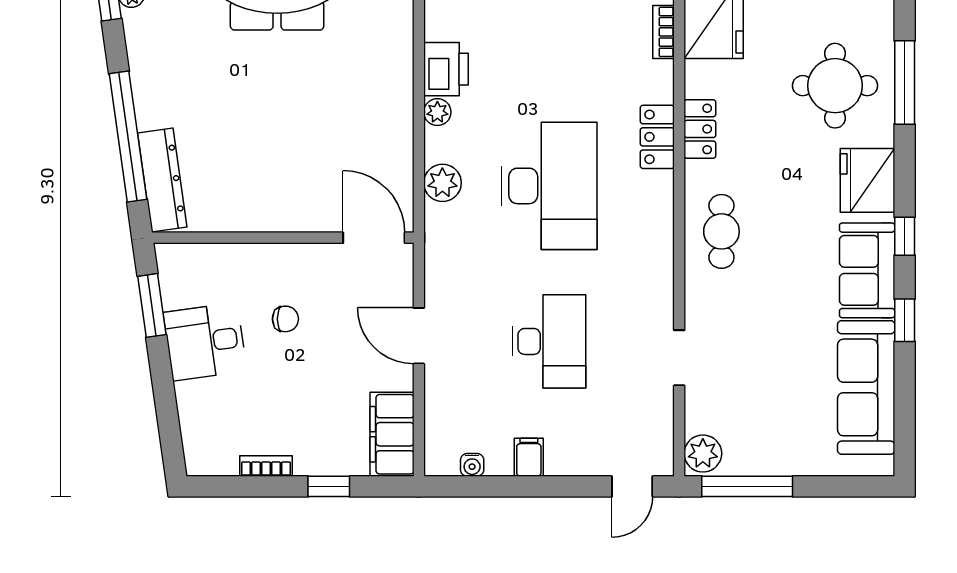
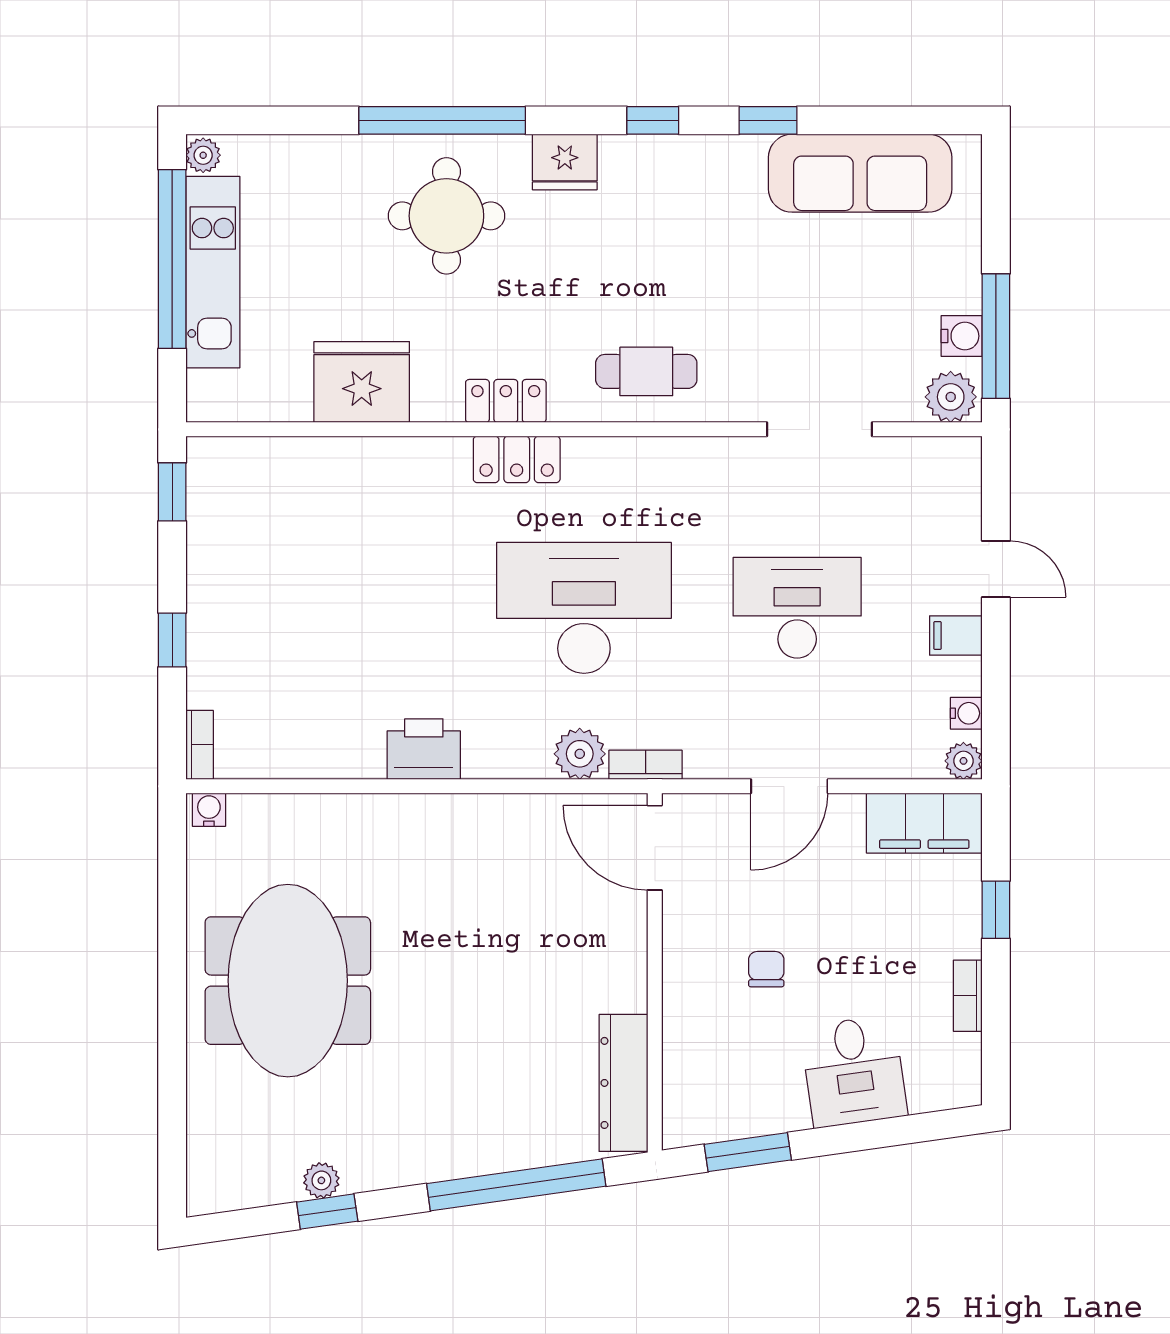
bookcase: (664, 32) -> (646, 765), moved, turned 180
window: (905, 82) -> (442, 120), width x1.46
plant: (437, 112) -> (963, 761), moved
dresser: (162, 180) -> (624, 1083), moved, turned -82
fridge: (867, 180) -> (565, 162), width x0.73, depth x0.75
door: (374, 238) -> (655, 848), hinge flipped
sofa: (867, 270) -> (700, 172), removed
desk: (205, 342) -> (854, 1071), moved
doorway: (679, 358) -> (820, 429), width x1.38
water cooler: (747, 461) -> (962, 336), added
door: (632, 486) -> (996, 569), moved

